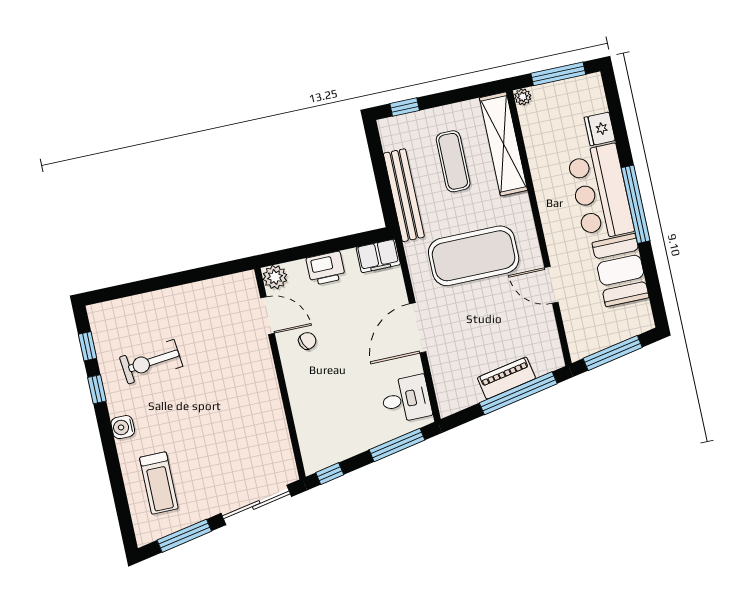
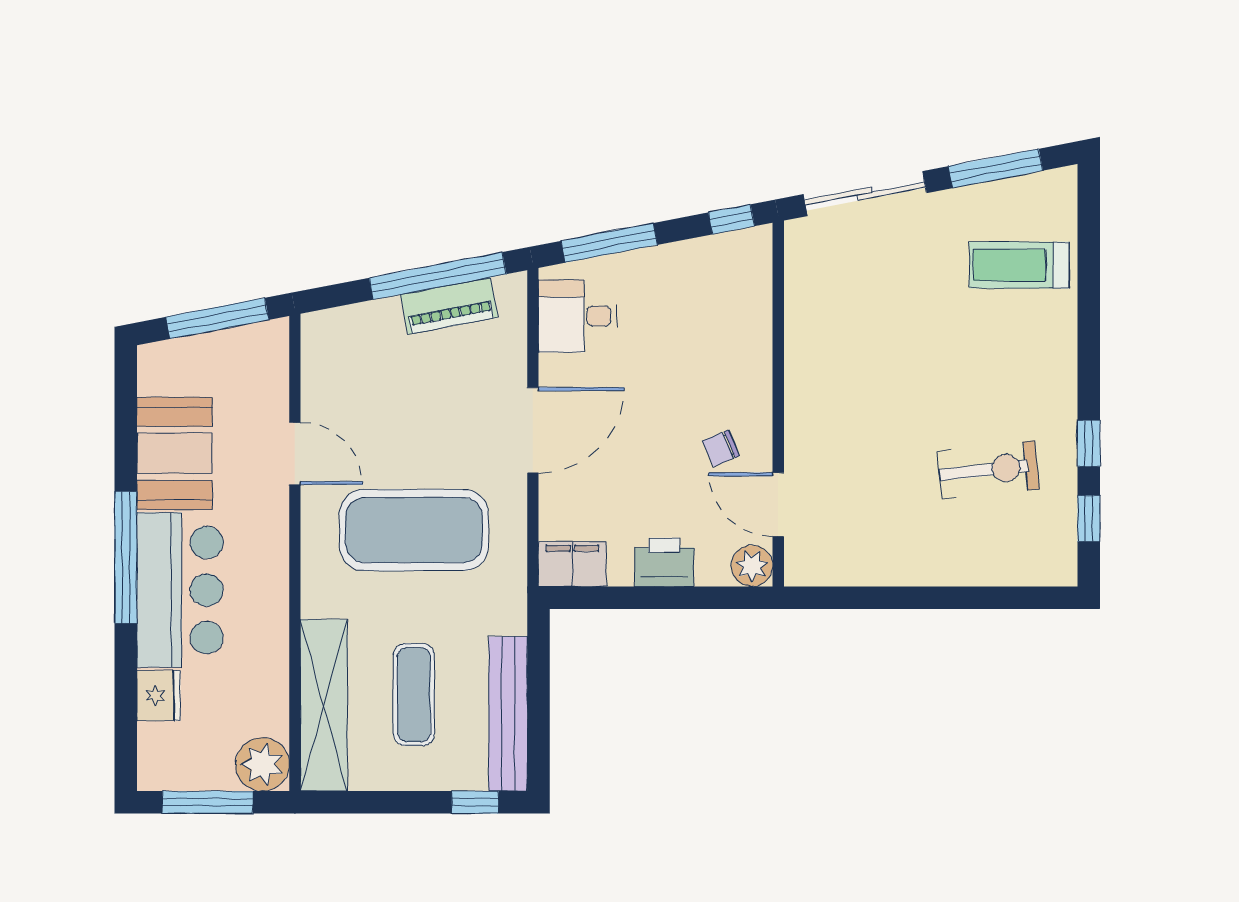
plant: (523, 97) -> (262, 764), width x1.88, depth x1.88
bench: (404, 195) -> (508, 714), moved
piano: (506, 378) -> (449, 306), moved
window: (518, 393) -> (438, 276), moved
water cooler: (123, 427) -> (1059, 371), removed
treadmill: (159, 483) -> (1019, 265), turned -90

